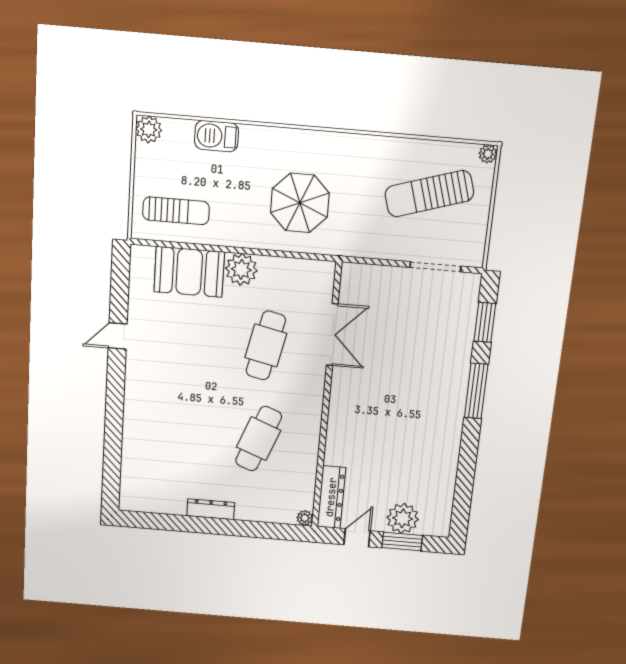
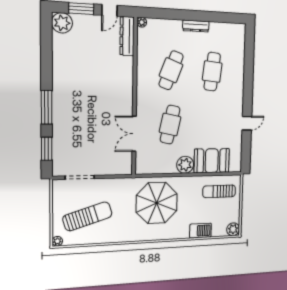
parasol: (300, 203) -> (157, 203), width x1.36, depth x1.36
cafe table: (183, 432) -> (212, 72), added
plant: (403, 518) -> (62, 23), moved

